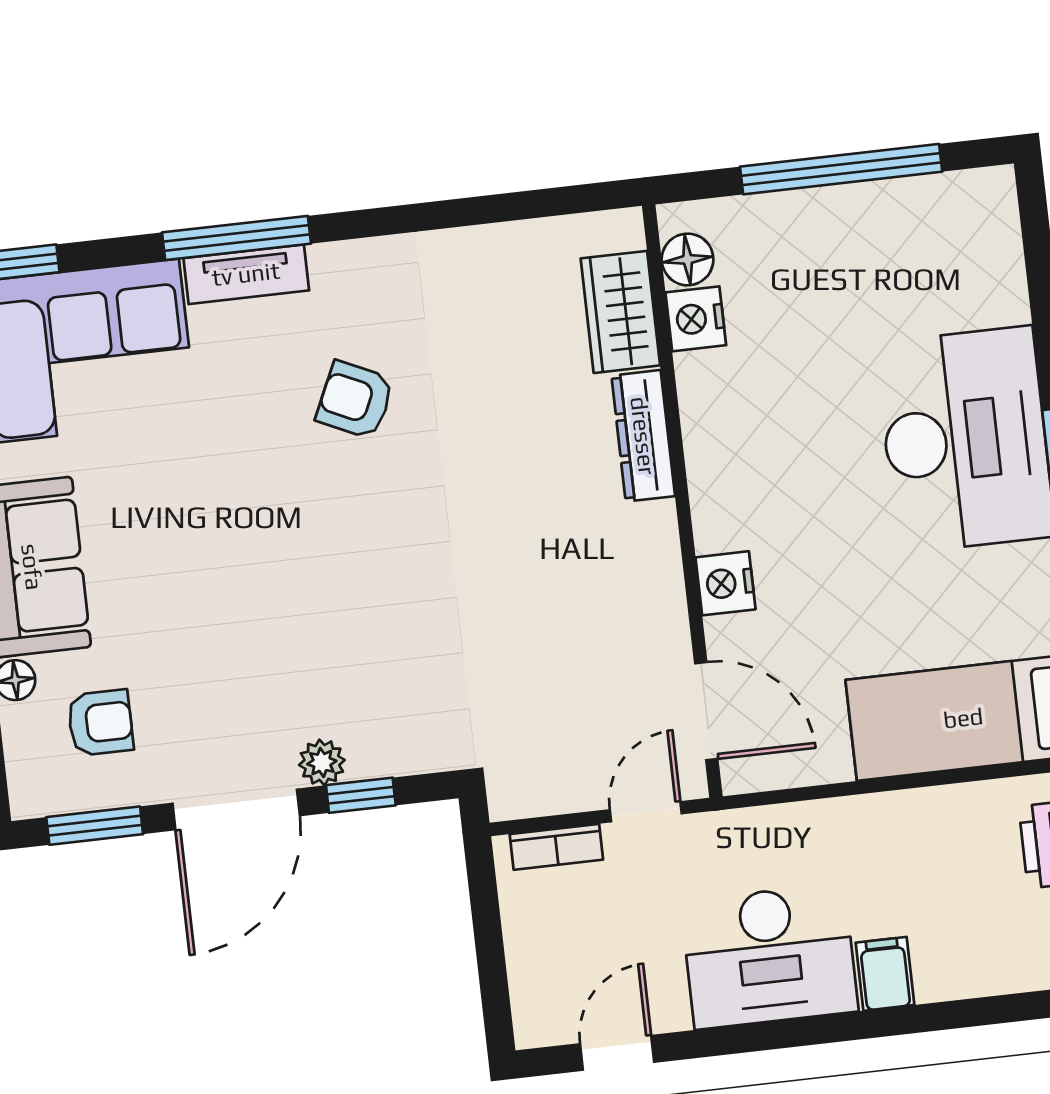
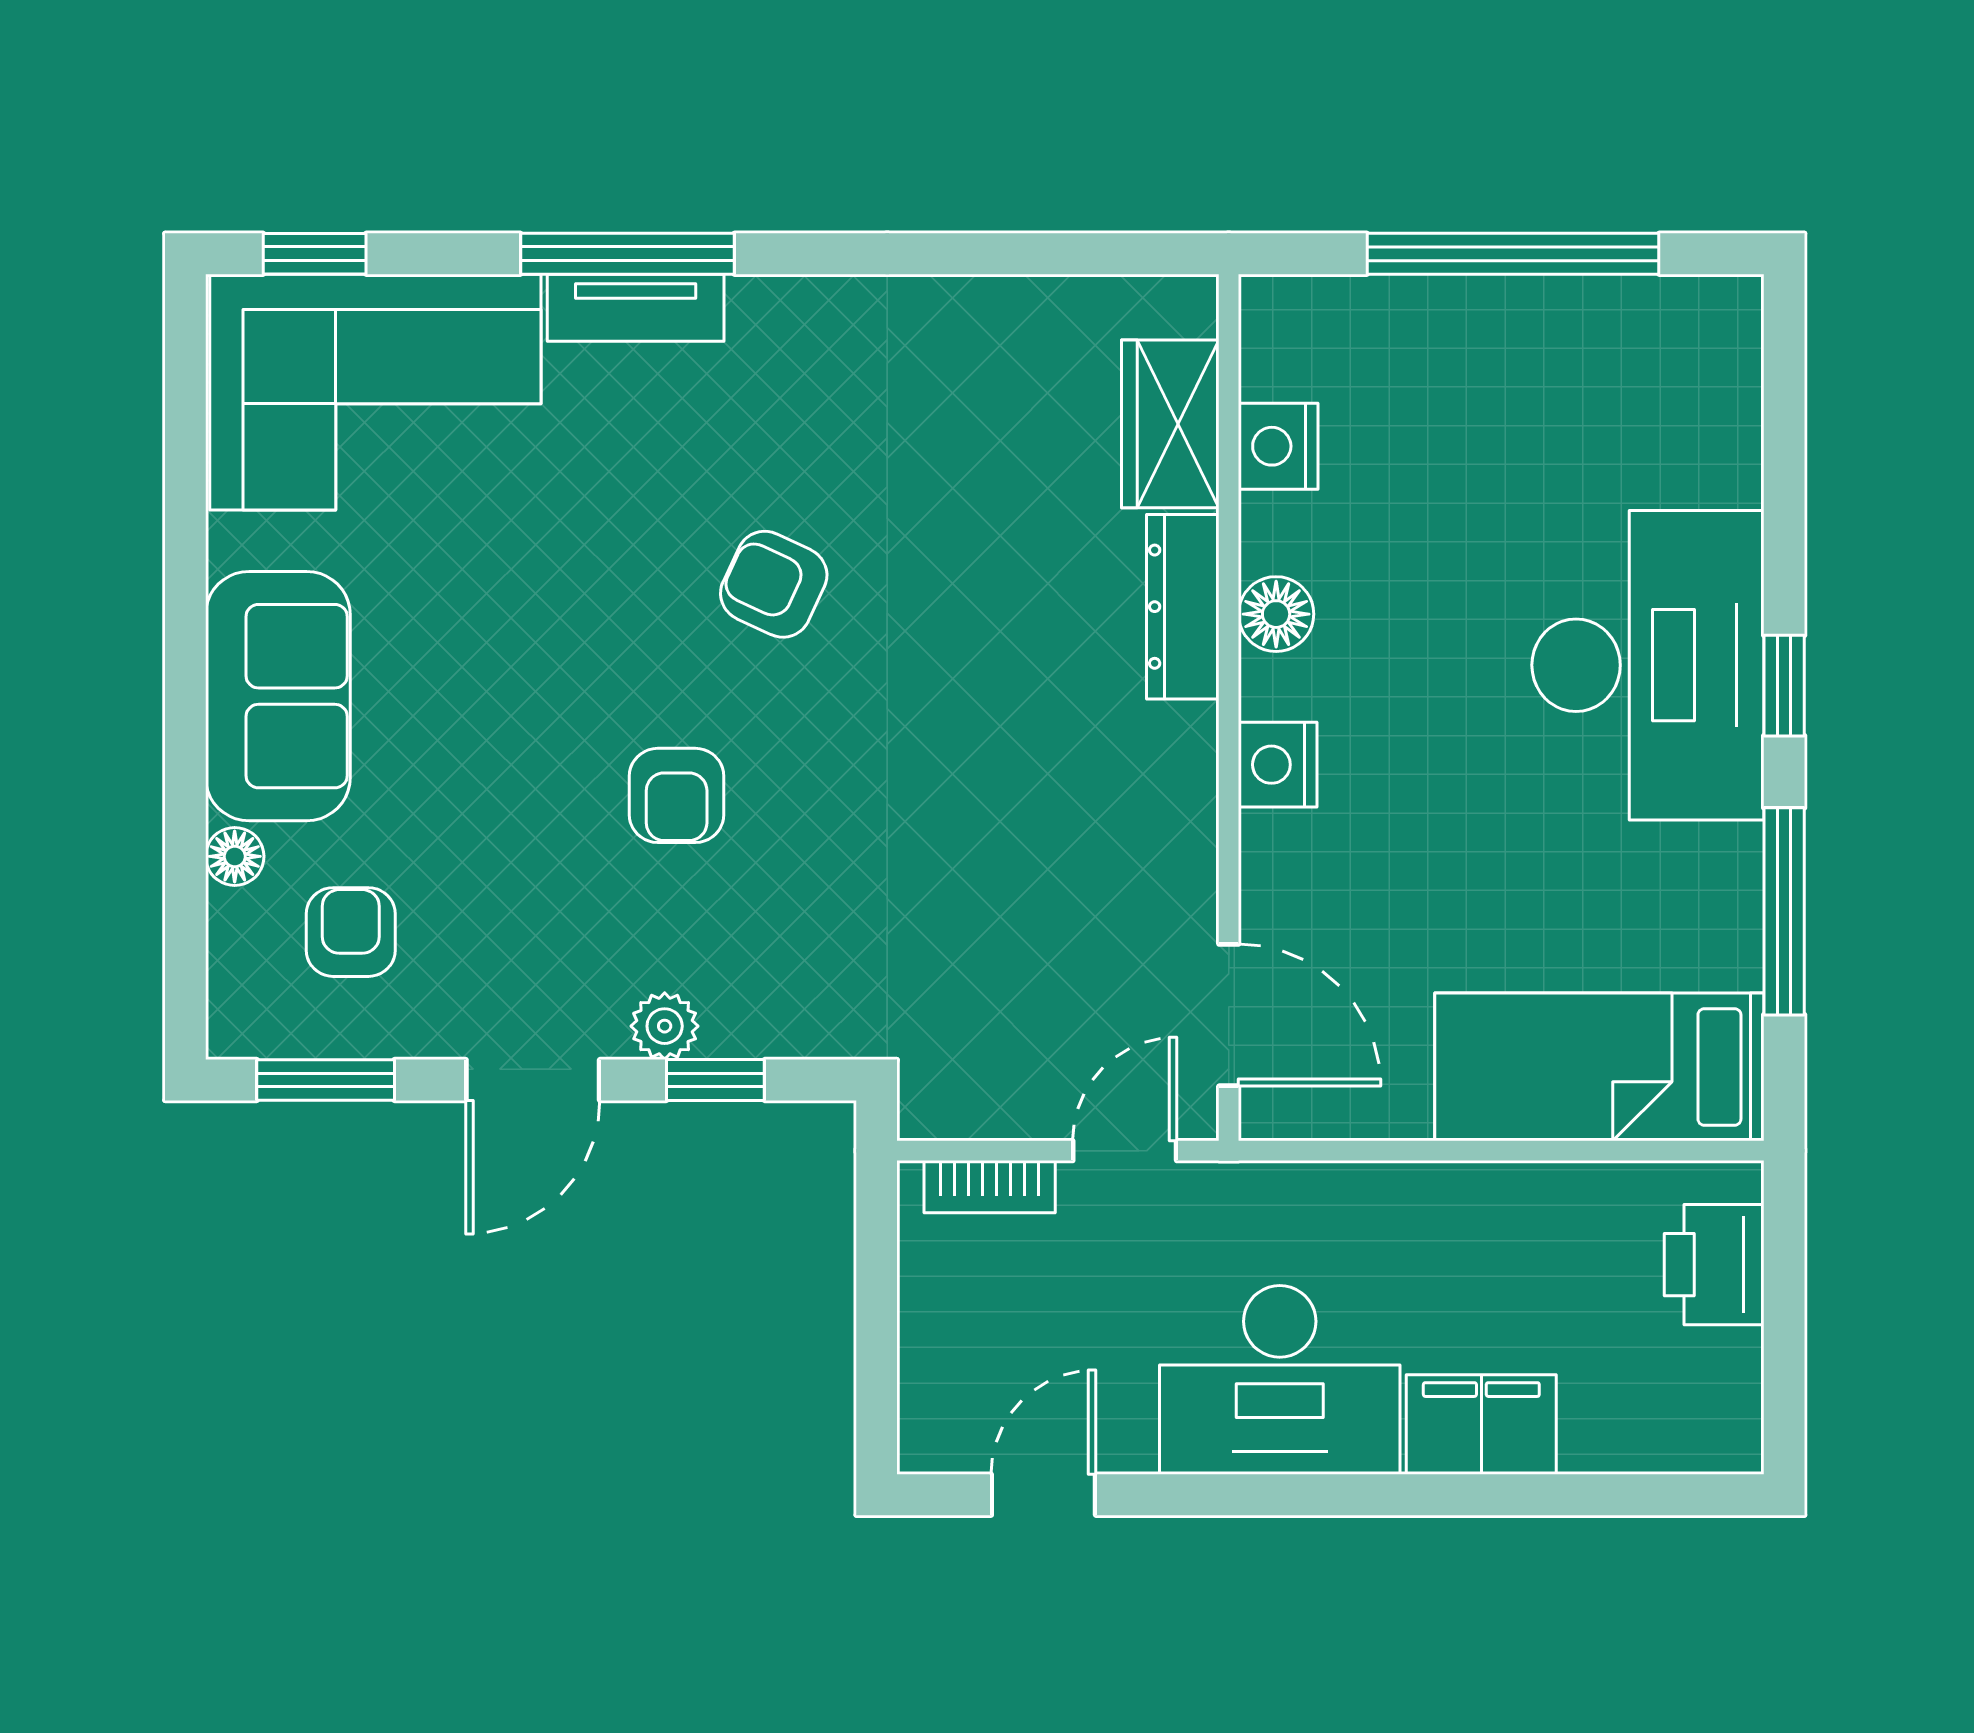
floor lamp: (688, 259) -> (1276, 614), moved
armchair: (355, 400) -> (774, 584), moved
nightstand: (726, 583) -> (1278, 765), moved
armchair: (312, 604) -> (677, 795), added
armchair: (100, 723) -> (351, 932), turned -90
door: (236, 809) -> (533, 1080), width x0.73
filing cabinet: (885, 974) -> (1481, 1424), width x2.00

